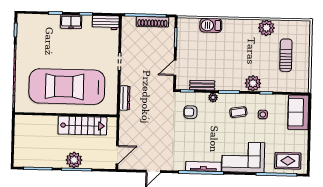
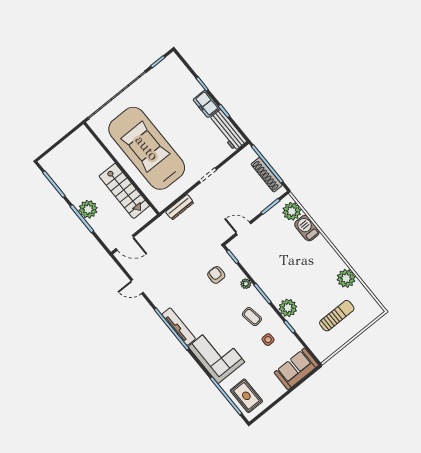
workbench: (106, 23) -> (228, 130), width x1.38
plant: (191, 26) -> (292, 211), added
bench: (202, 85) -> (248, 265), removed

